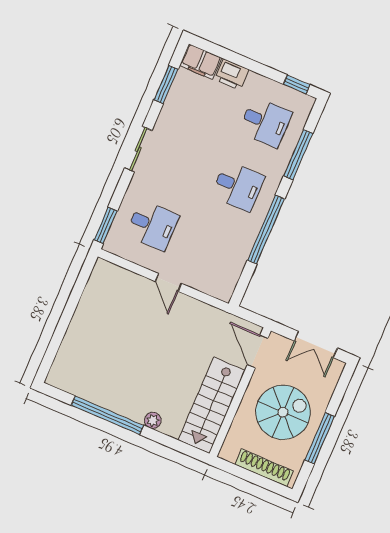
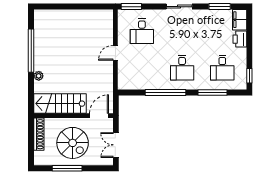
shoe rack: (264, 468) -> (39, 134), moved

